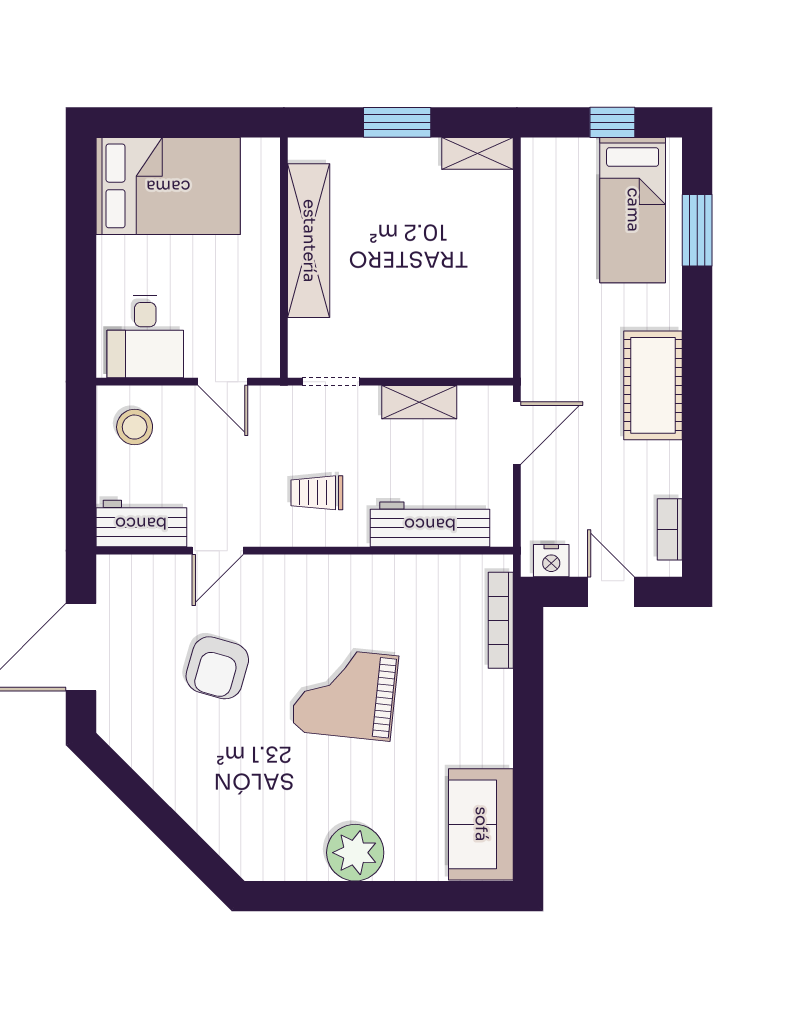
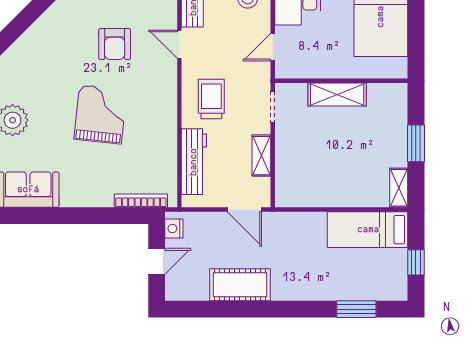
bed: (633, 210) -> (368, 230), moved
shelving: (309, 241) -> (337, 94), width x0.68
cot: (653, 385) -> (240, 285), moved
trolley: (317, 493) -> (211, 99), width x1.36, depth x1.39
bookcase: (670, 529) -> (191, 294), removed
armchair: (217, 668) -> (115, 44), turned -106

